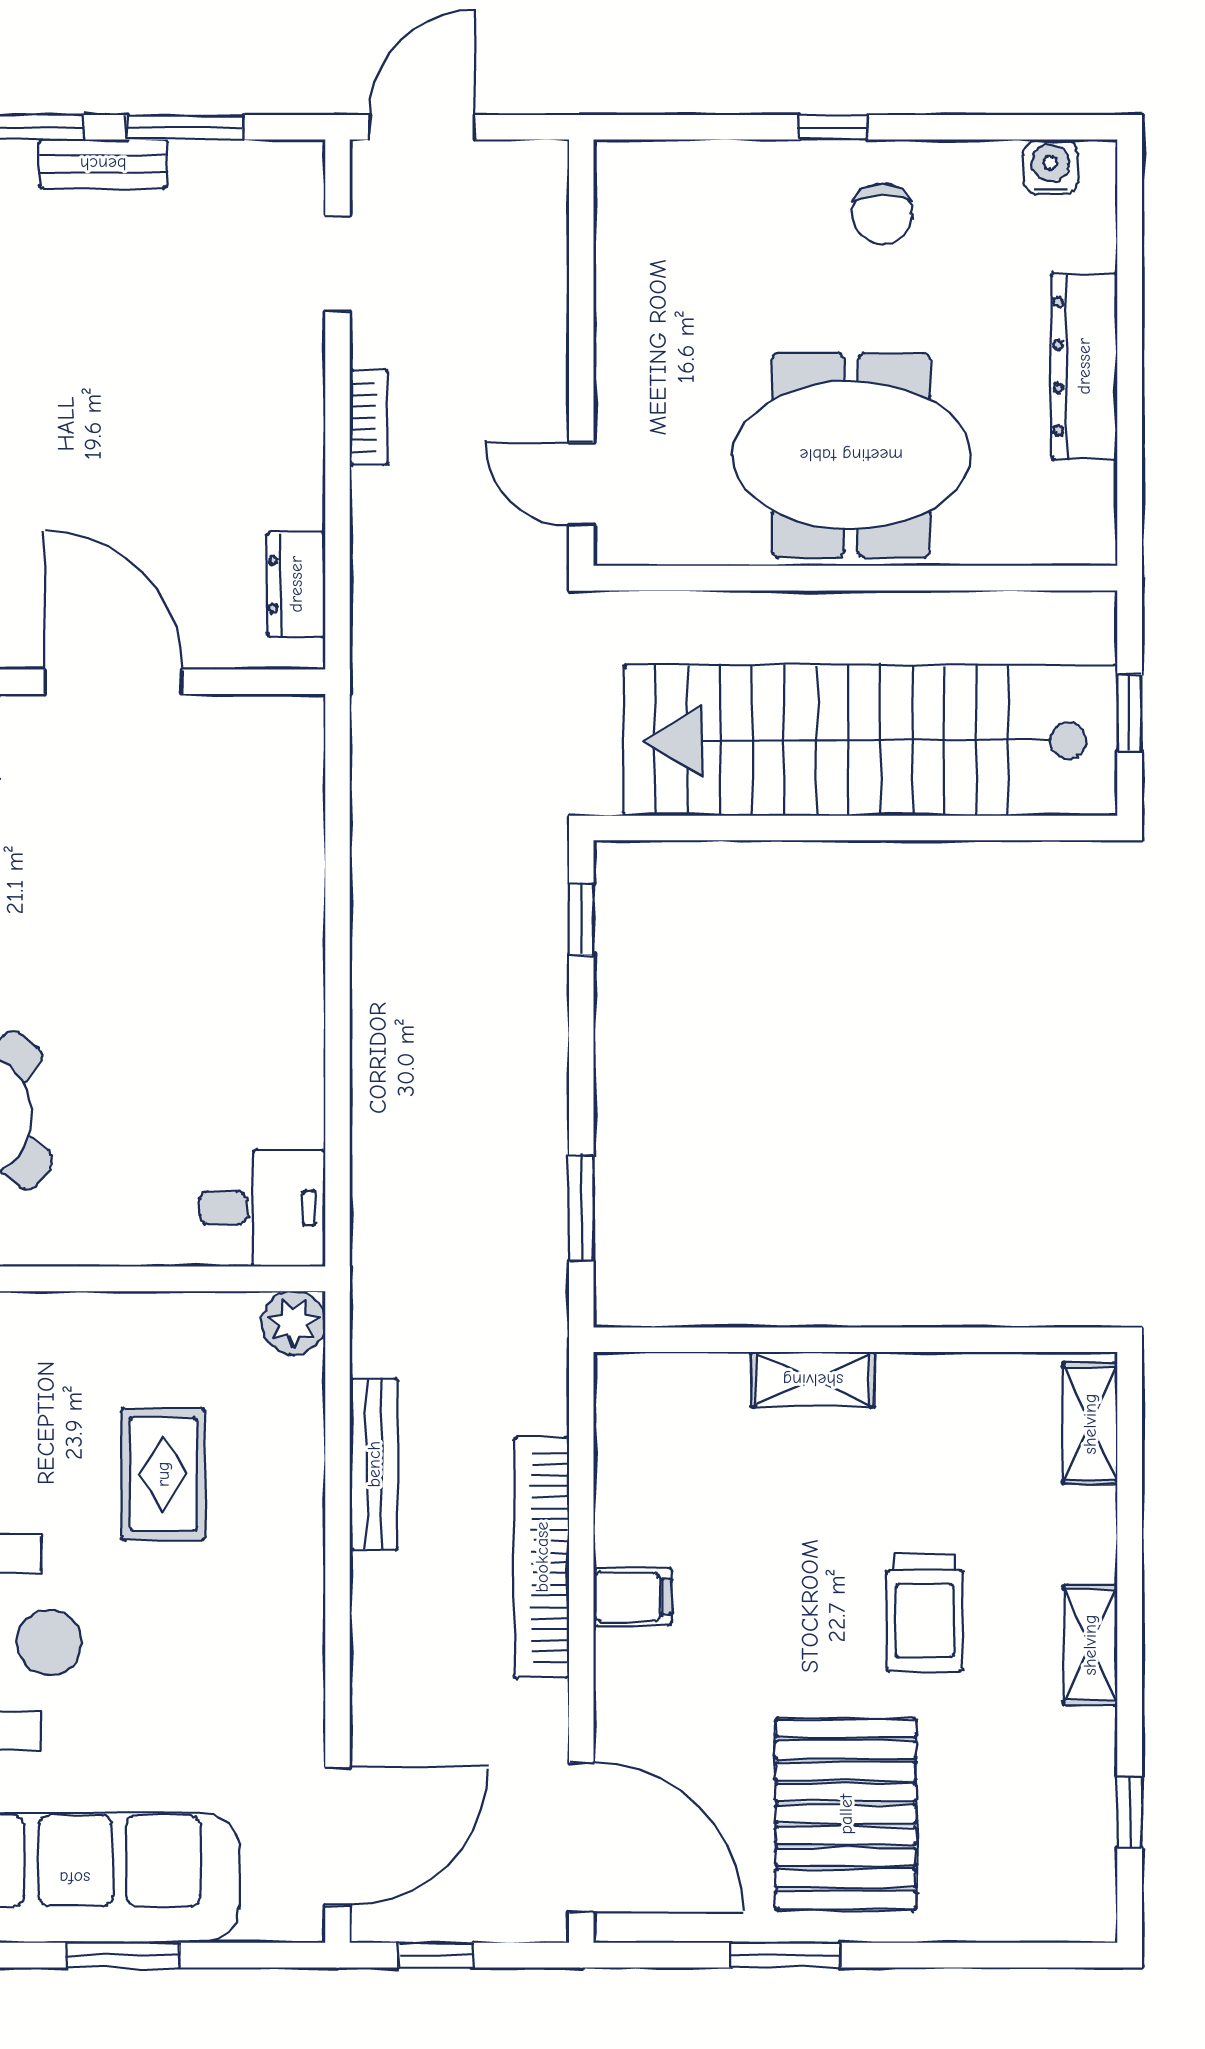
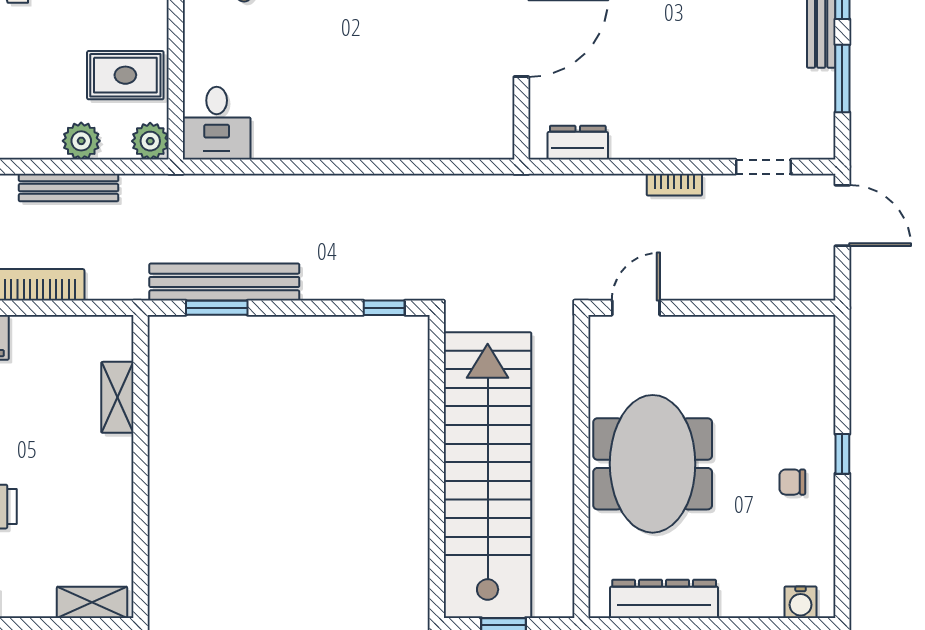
water cooler: (1050, 167) -> (801, 602), moved, turned 90
chair: (882, 214) -> (792, 482), width x0.73, depth x0.73
dresser: (1084, 366) -> (664, 599), moved
bench: (537, 1195) -> (224, 282), added
shelving: (813, 1380) -> (117, 397), moved
plant: (293, 1442) -> (81, 141), added
rug: (163, 1474) -> (125, 75), moved

